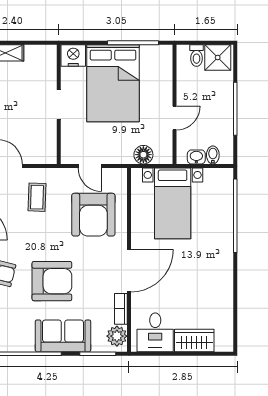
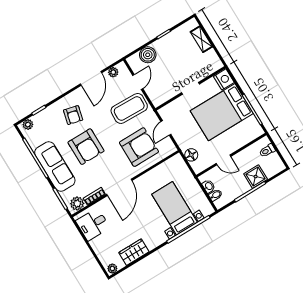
shower: (218, 57) -> (256, 177), moved
coffee table: (37, 197) -> (129, 108), width x1.86, depth x1.72
bed with nightstands: (173, 203) -> (174, 208), moved, turned 90
armchair: (93, 215) -> (139, 147), turned 180
door: (129, 271) -> (119, 187), hinge flipped
sofa: (63, 336) -> (55, 167), width x1.36
wardrobe: (194, 340) -> (134, 252), moved, turned -90
plant: (226, 342) -> (112, 269), added

